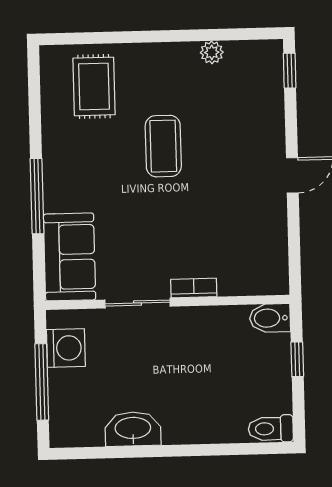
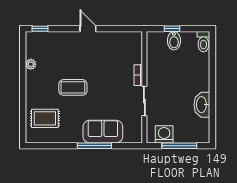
sofa: (70, 257) -> (103, 132), moved
bidet: (270, 318) -> (174, 41), moved

